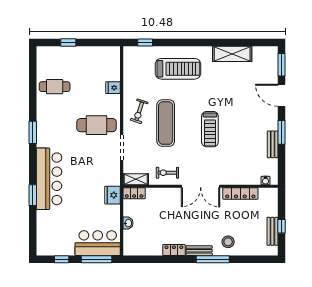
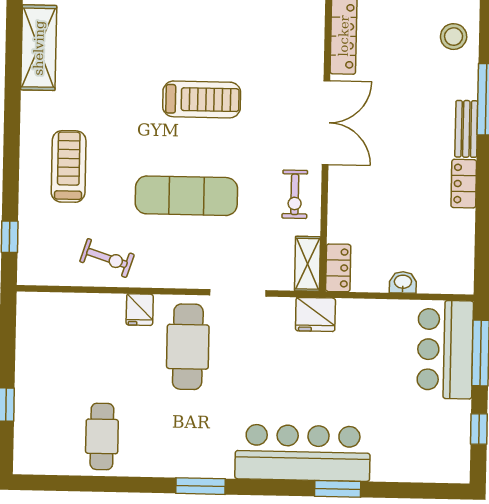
treadmill: (178, 69) -> (69, 166), width x0.73, depth x0.73
fridge: (113, 88) -> (140, 310), moved
exercise bike: (139, 111) -> (107, 258), moved
fridge: (113, 195) -> (315, 314), moved
stool: (228, 242) -> (454, 37), moved

